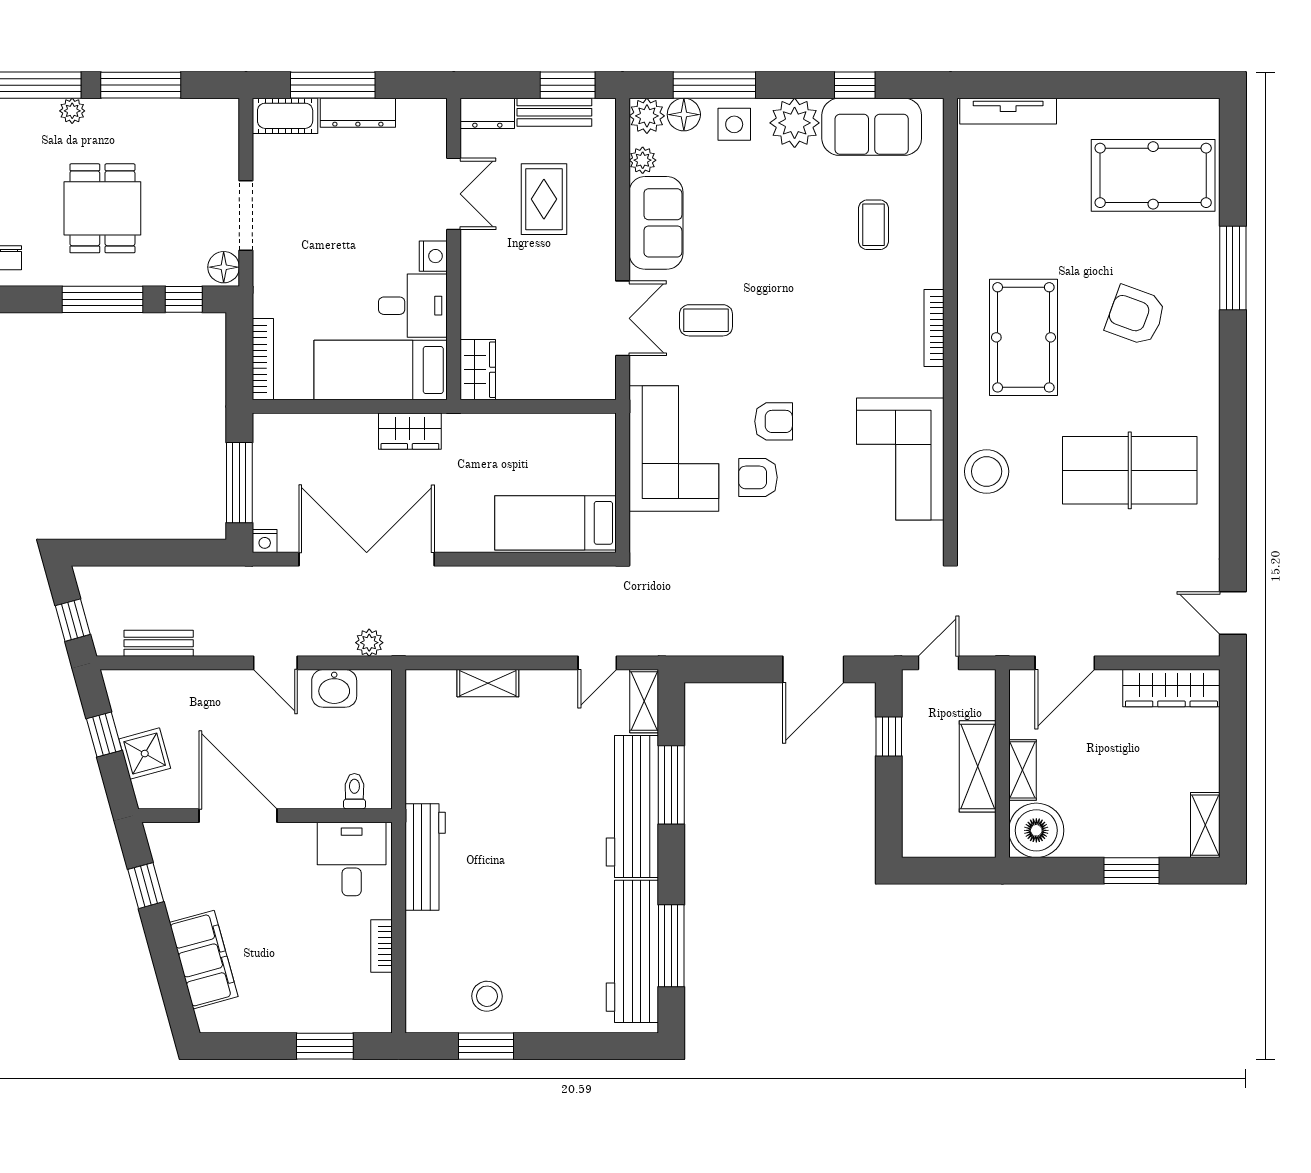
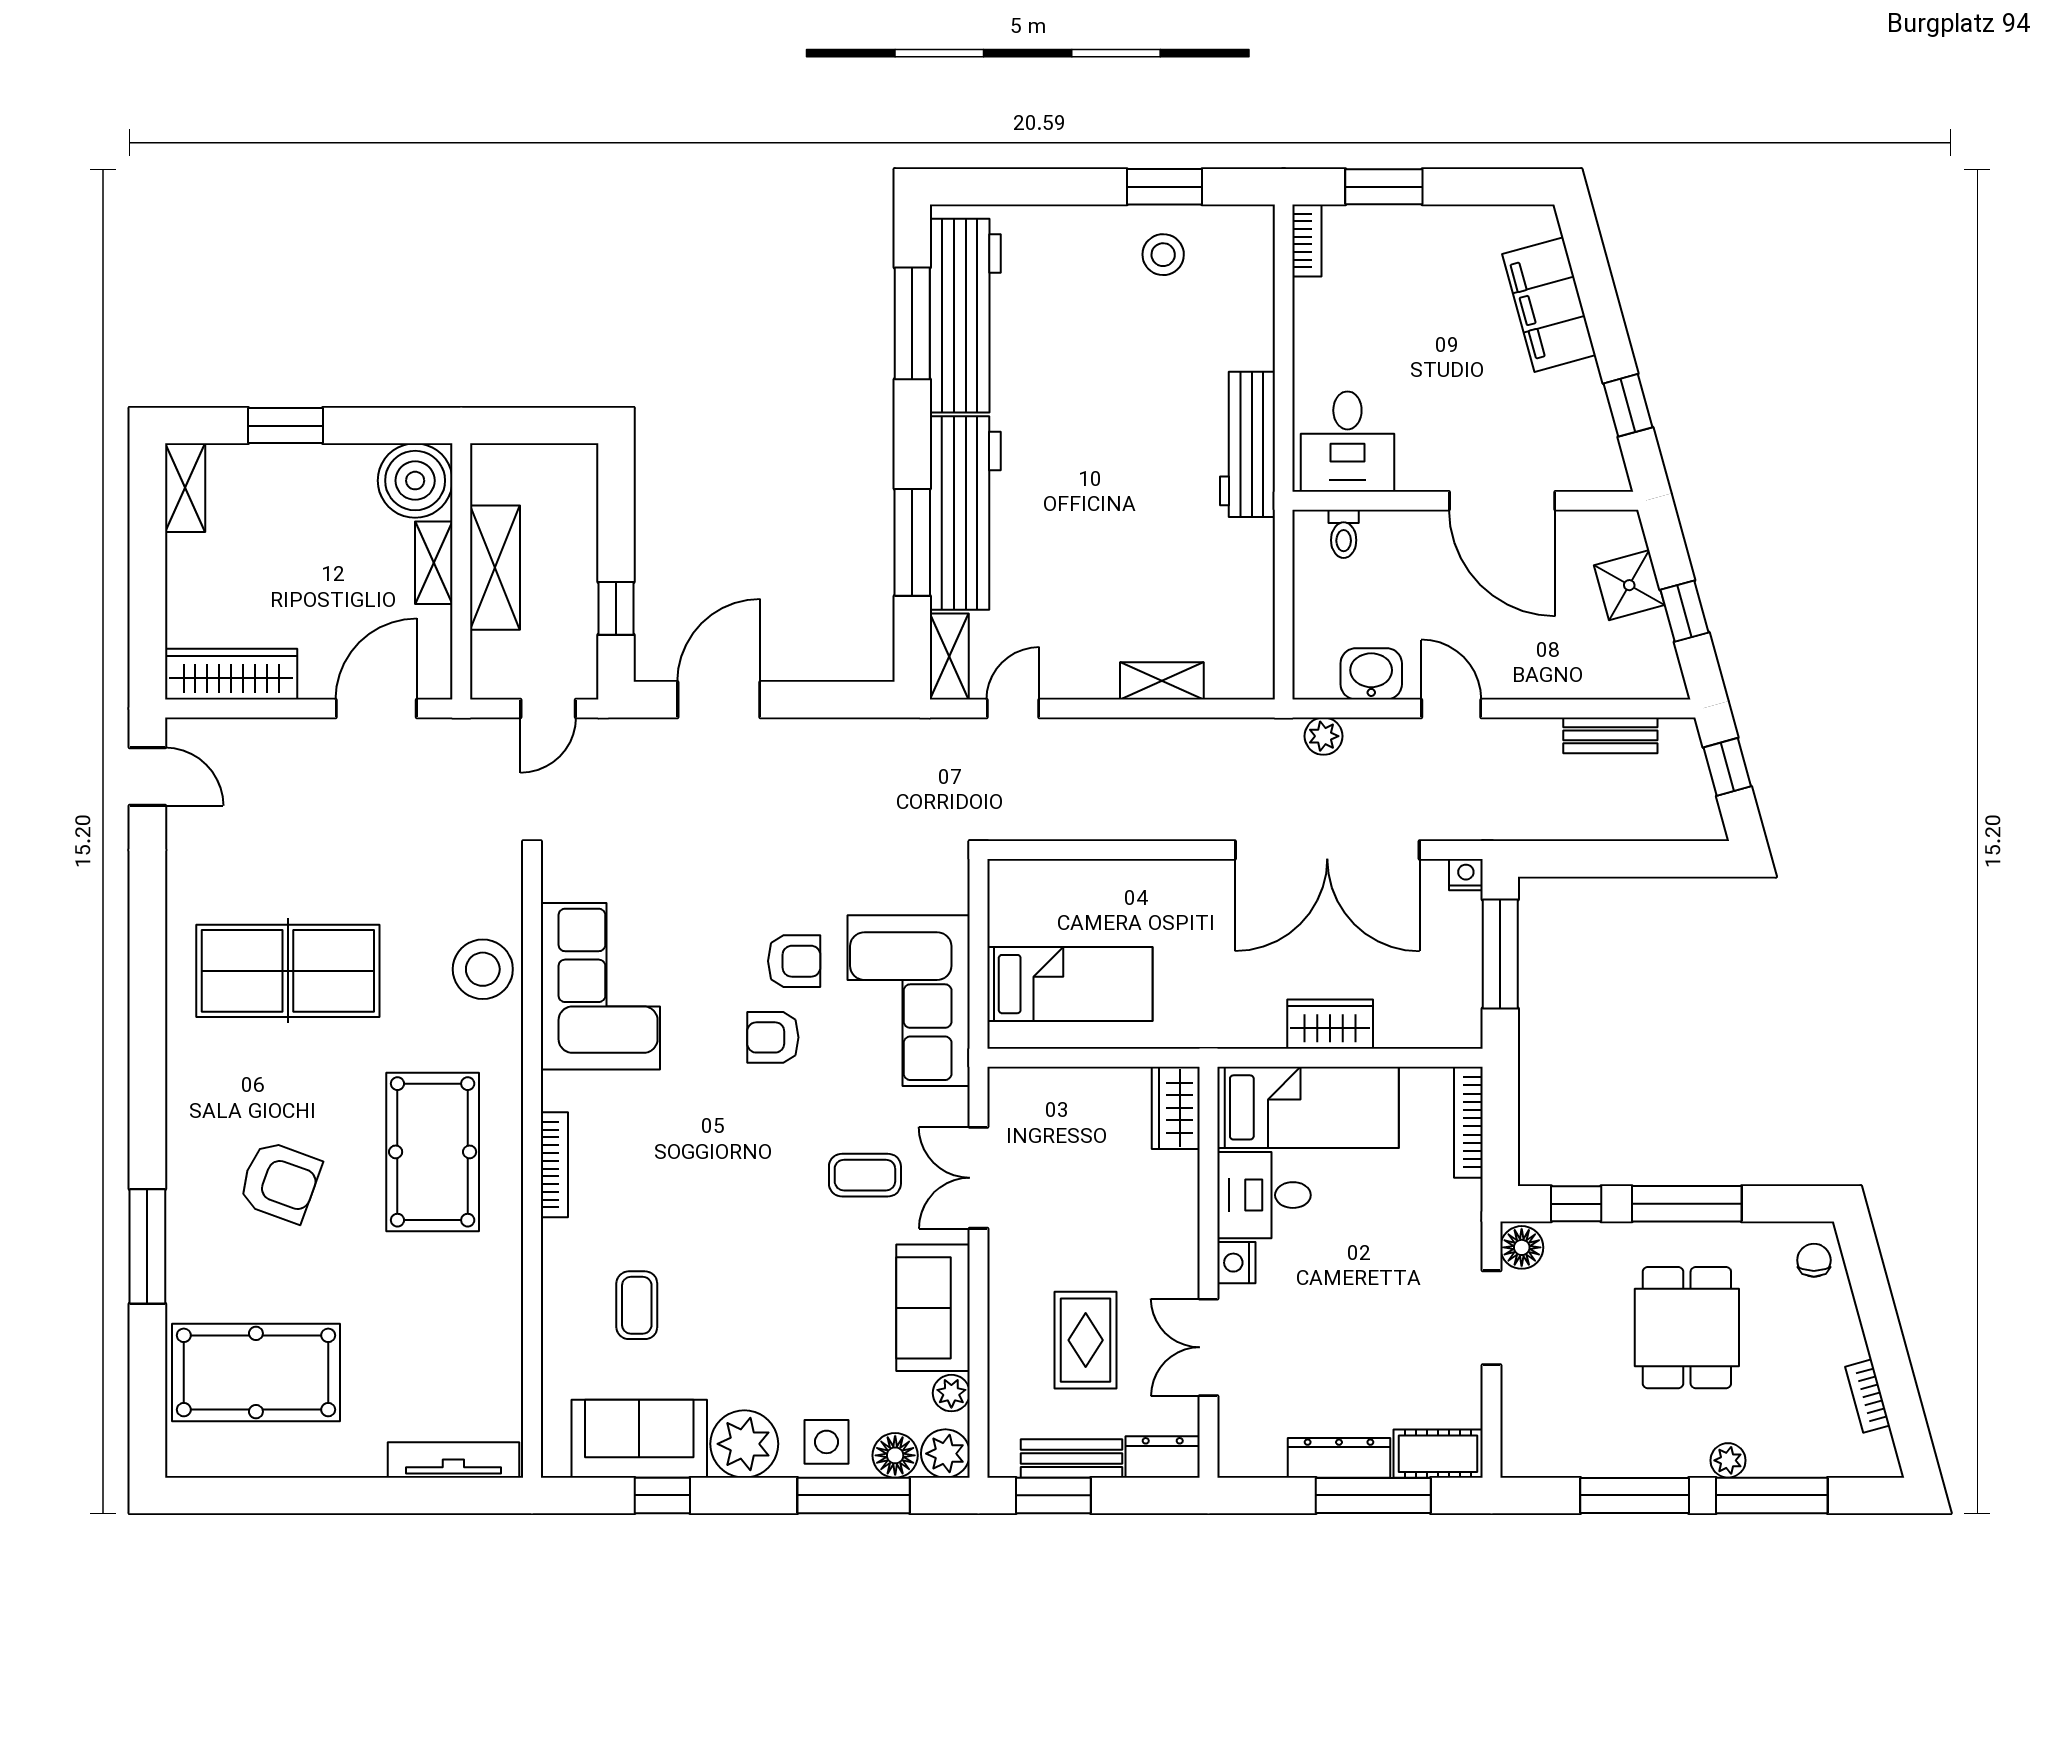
wardrobe: (410, 431) -> (1330, 1024), moved
bed: (556, 523) -> (1070, 984), moved
bookcase: (381, 946) -> (1307, 241), moved

